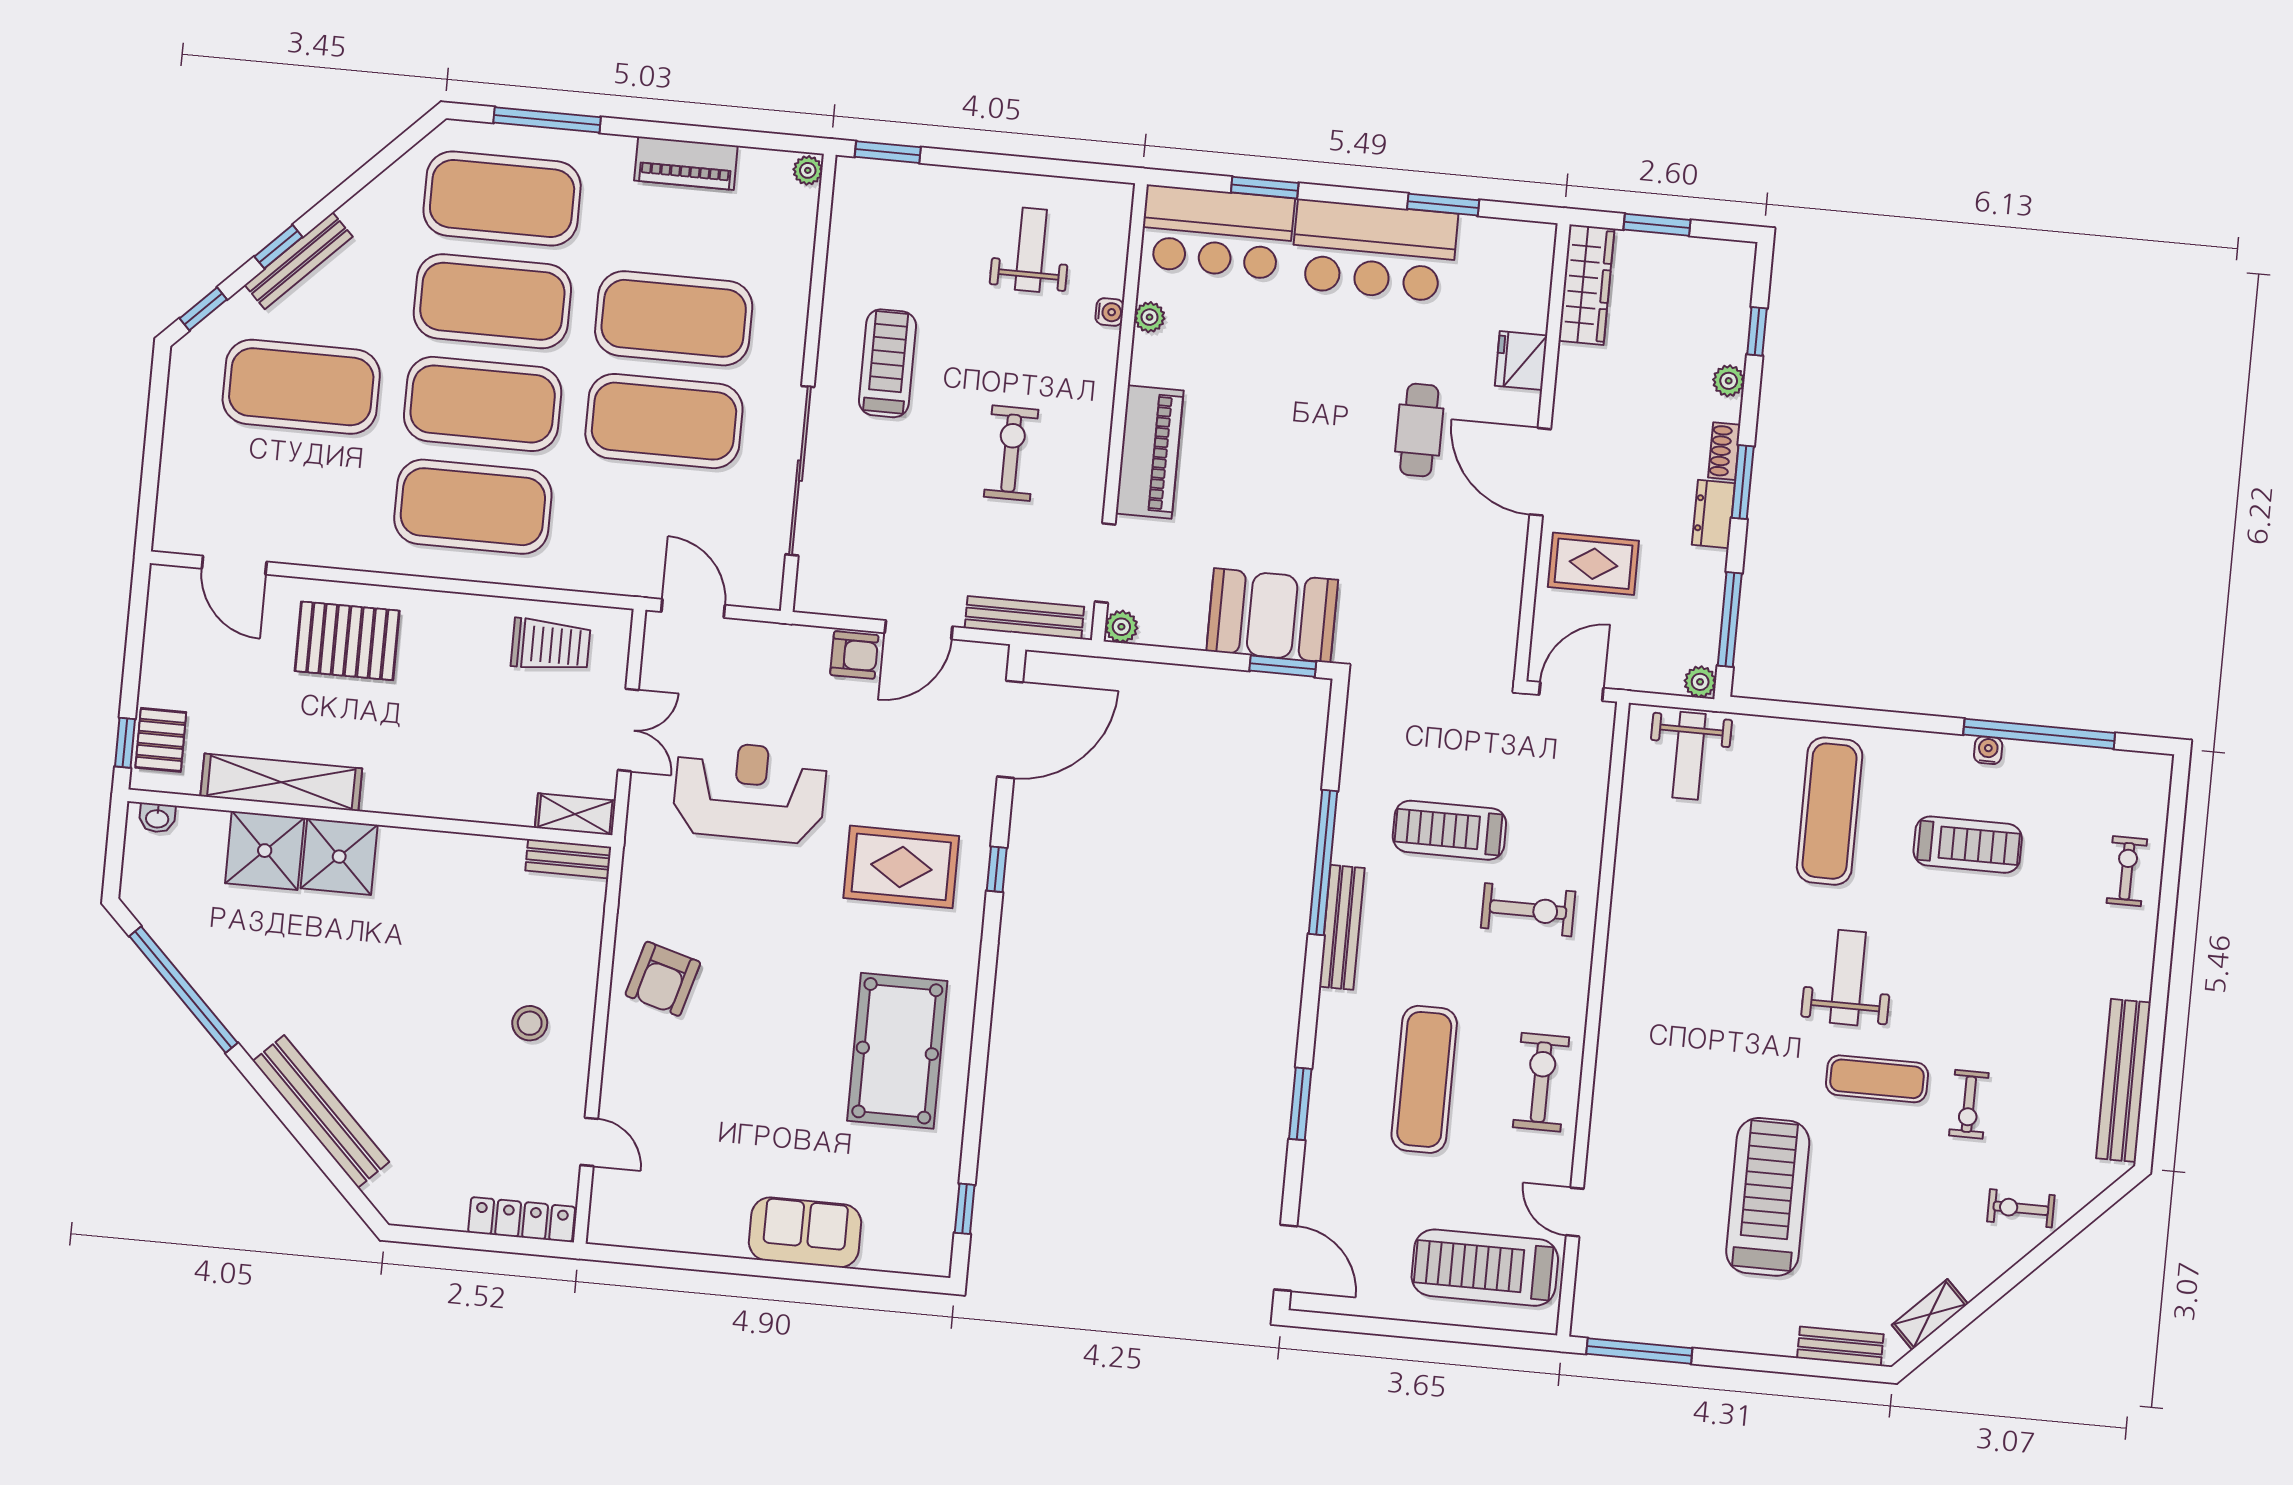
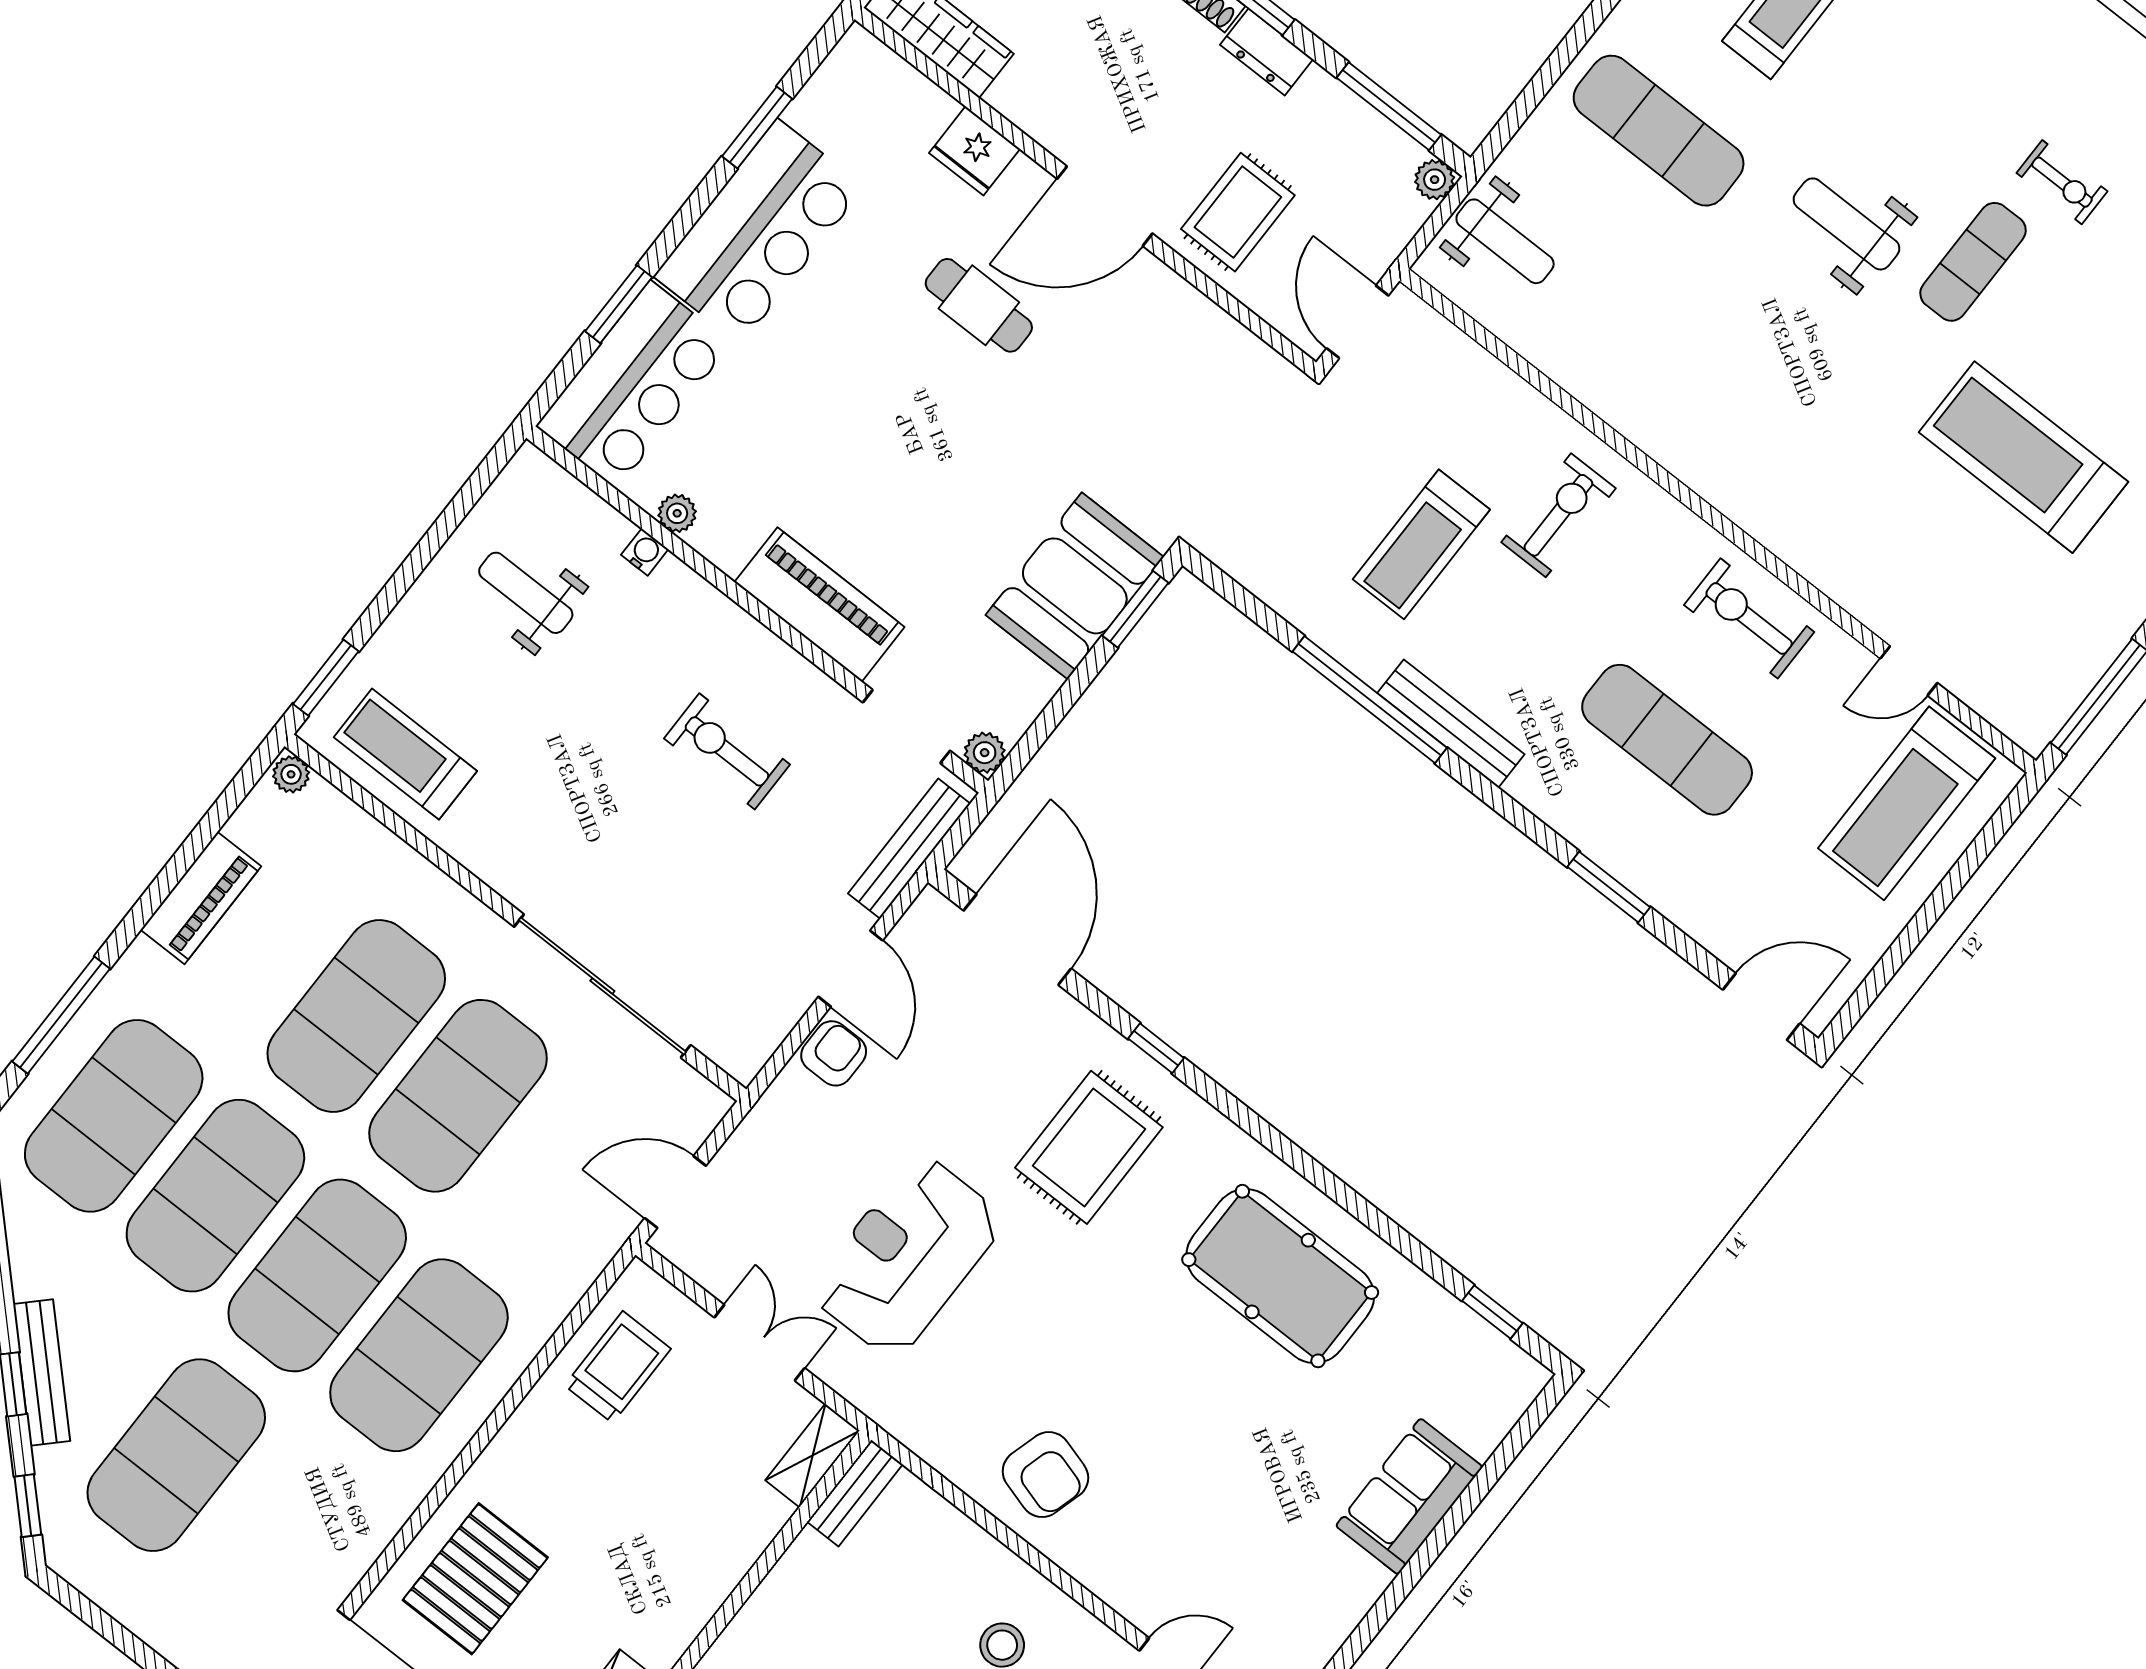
treadmill: (887, 363) -> (405, 754), moved

